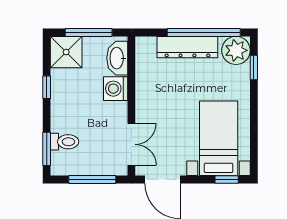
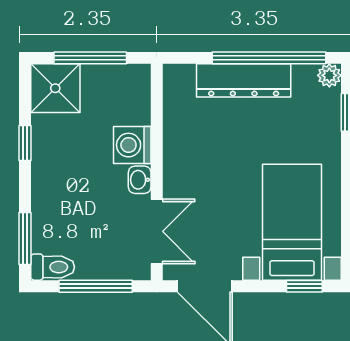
plant: (236, 50) -> (329, 75), width x0.53, depth x0.53
washbasin: (117, 58) -> (140, 180), moved, width x0.52, depth x0.69
toilet: (64, 142) -> (53, 267), moved

